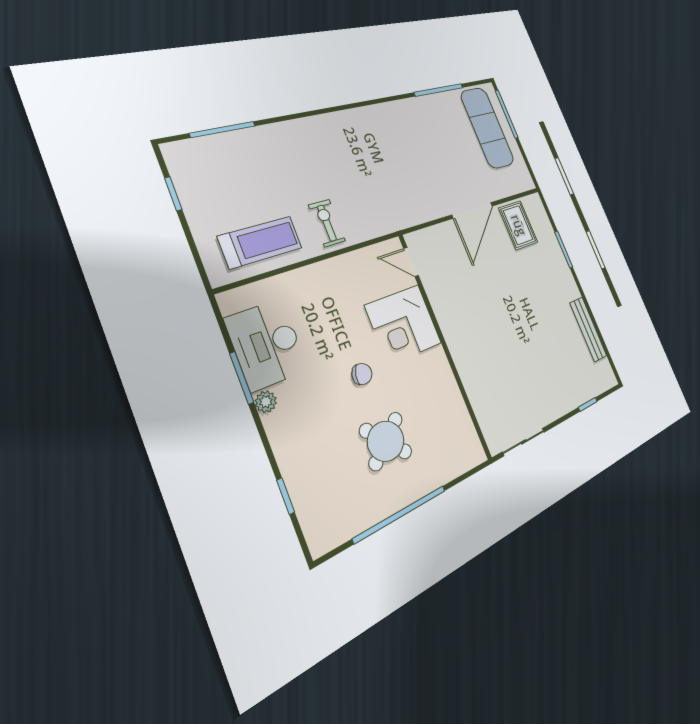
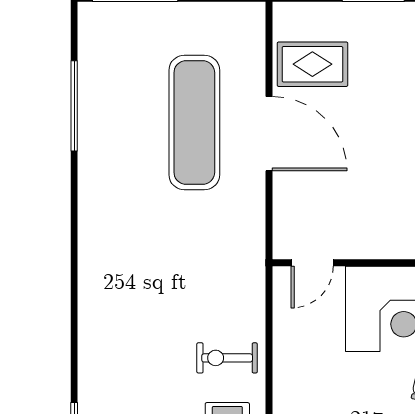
exercise mat: (487, 128) -> (194, 123), moved, turned 90

